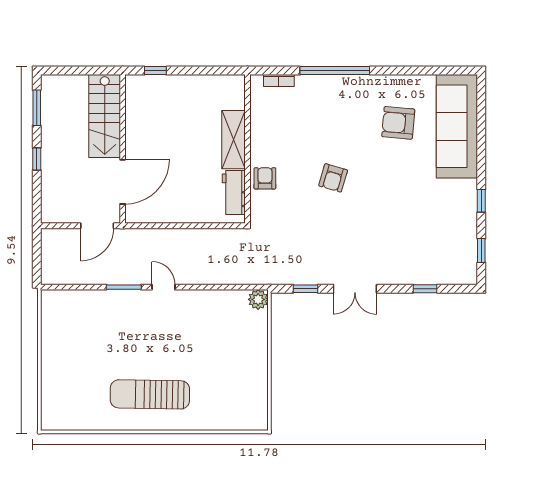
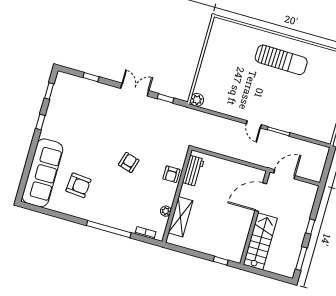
plant: (258, 121) -> (166, 211), added
shelving: (233, 140) -> (181, 217), moved

